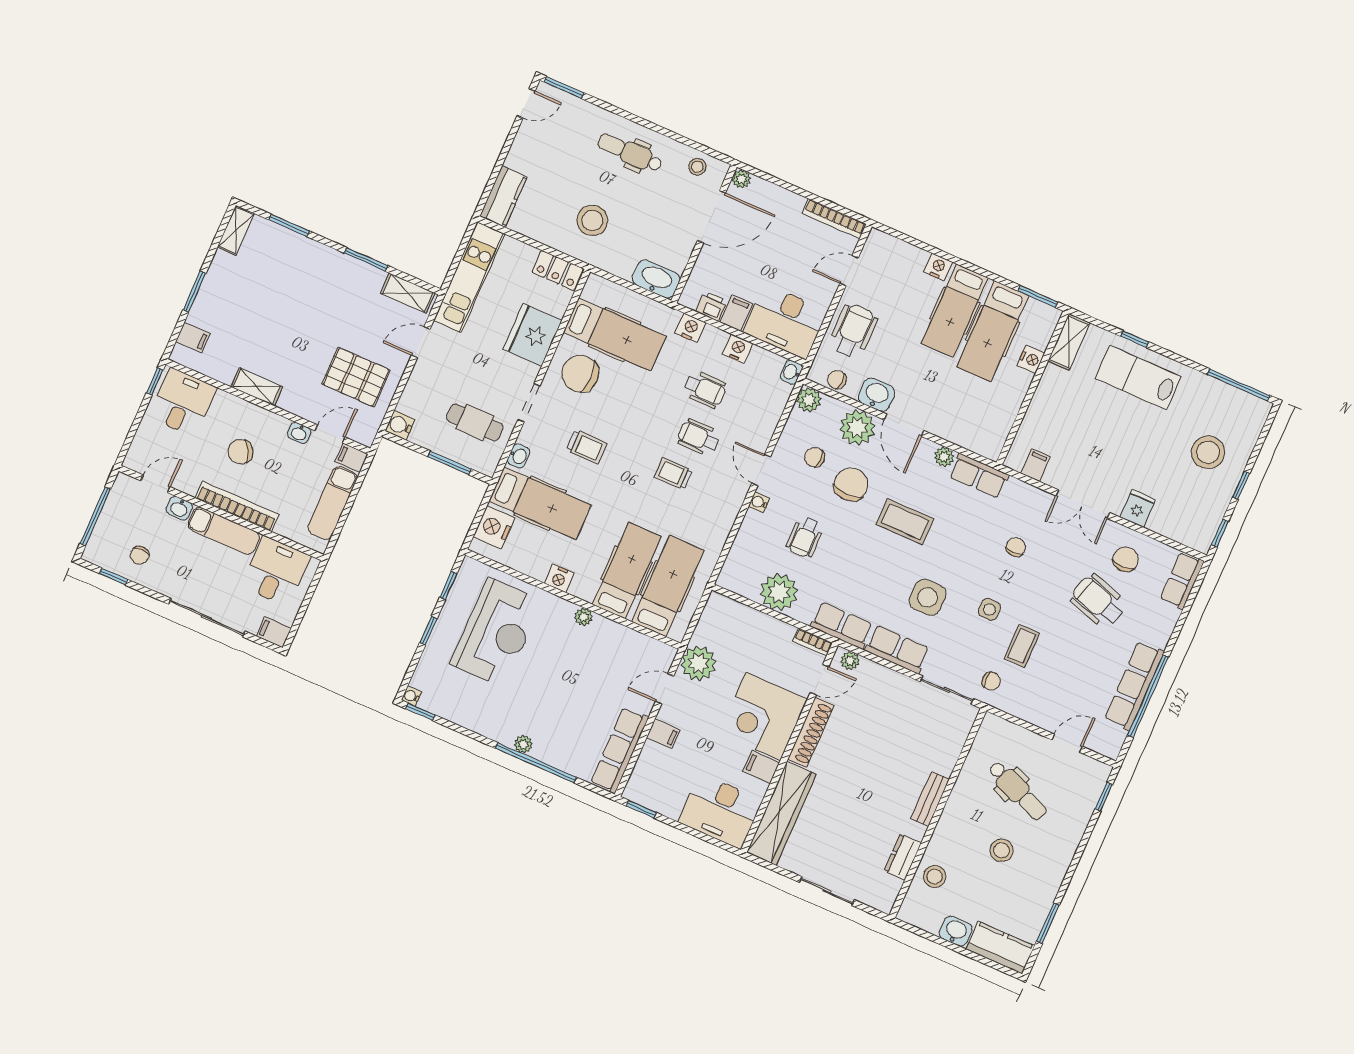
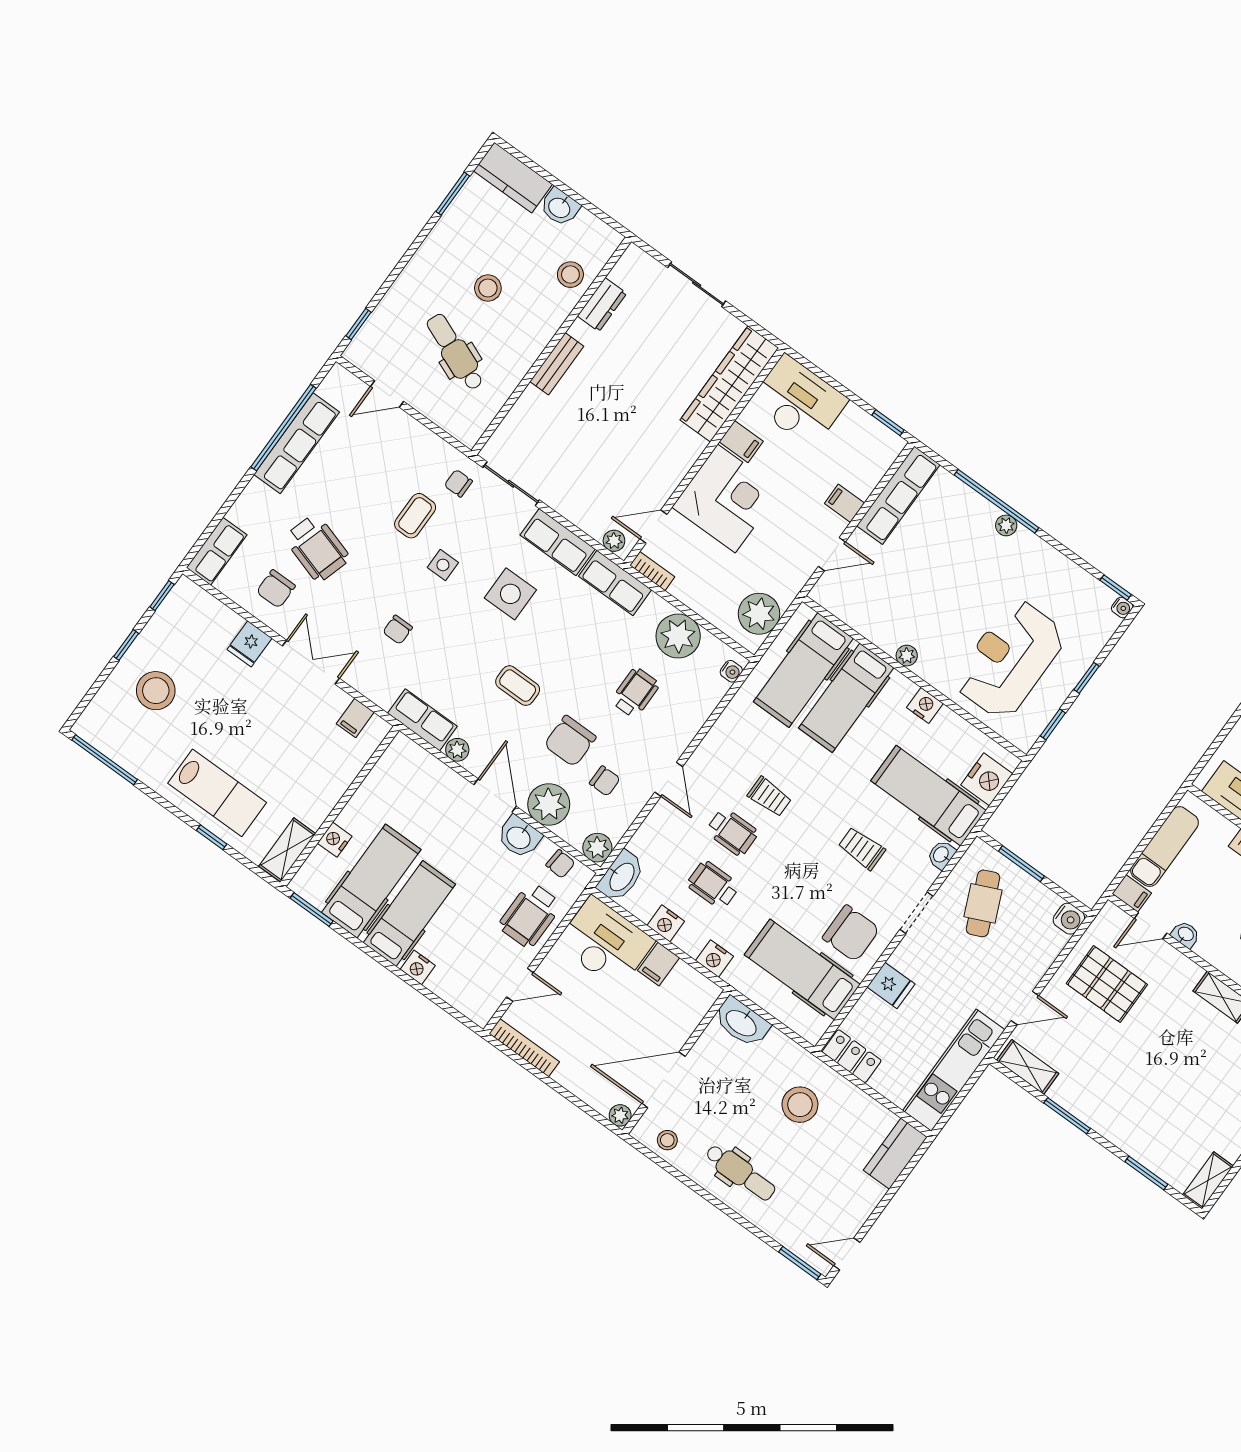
printer: (711, 306) -> (685, 978), removed
fridge: (532, 335) -> (891, 985), width x0.53, depth x0.75
washbasin: (791, 372) -> (621, 877), width x1.91, depth x1.45
cafe table: (475, 422) -> (983, 903), turned 66
water cooler: (759, 502) -> (731, 671), moved
coffee table: (905, 522) -> (518, 686), width x0.73, depth x0.77
plant: (698, 663) -> (759, 614), moved
shoe rack: (811, 732) -> (676, 469), removed

